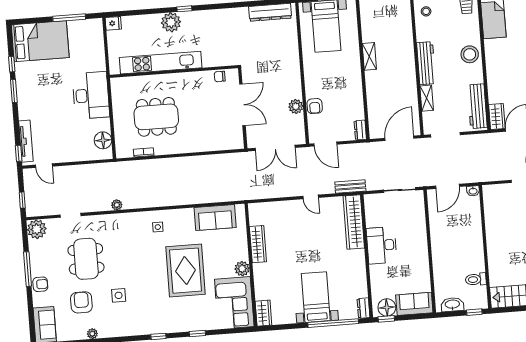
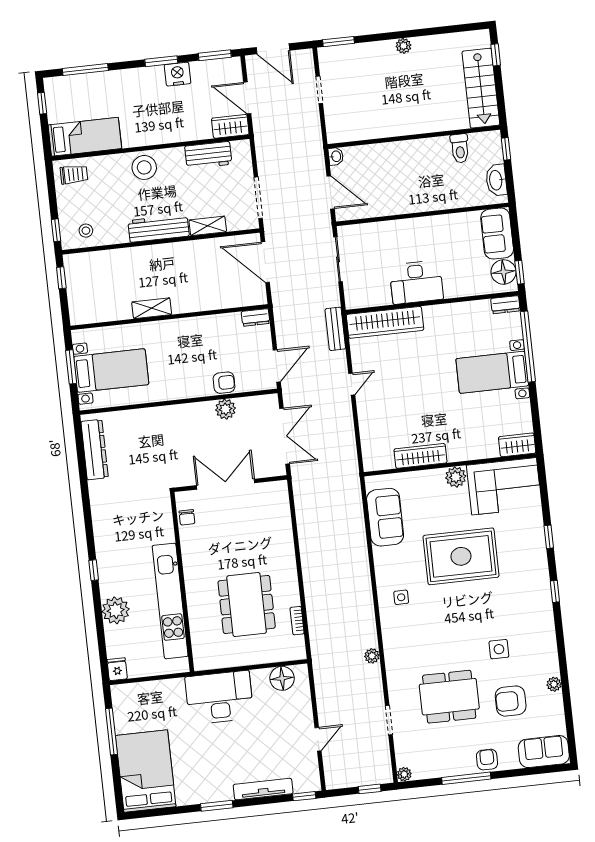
plant: (171, 22) -> (116, 610), moved
window: (12, 64) -> (179, 810), removed
workbench: (477, 106) -> (208, 155), width x0.73
tv unit: (26, 141) -> (263, 789), moved
door: (44, 166) -> (318, 739), moved
plant: (37, 229) -> (404, 774), width x0.53, depth x0.53

